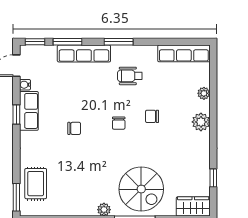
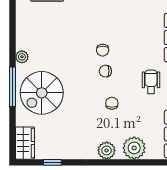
plant: (204, 93) -> (134, 148), width x1.87, depth x1.87
chair: (74, 128) -> (103, 50), moved

